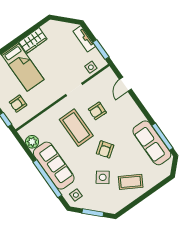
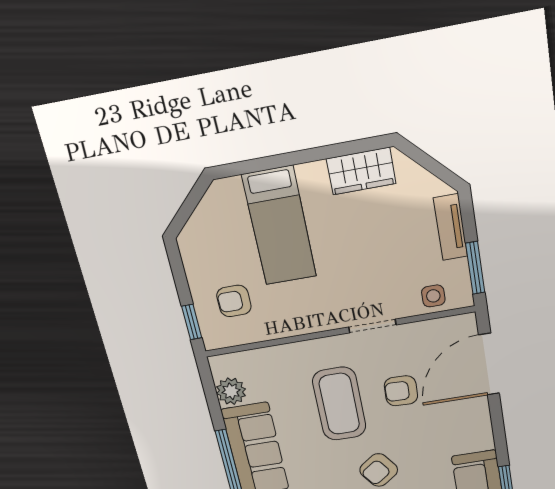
wardrobe: (33, 40) -> (361, 171), moved
door: (125, 84) -> (489, 364), width x1.88

